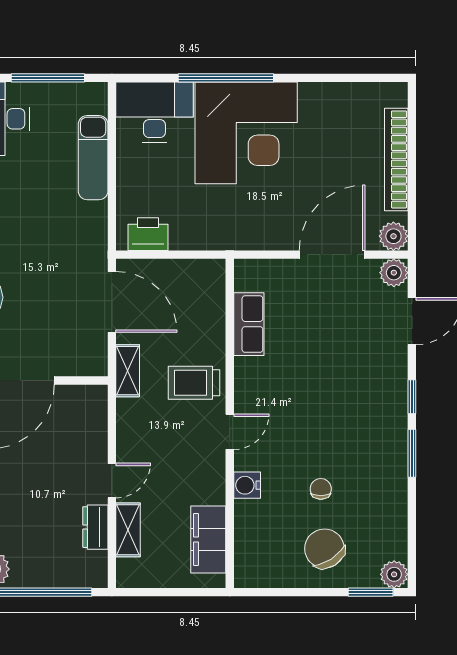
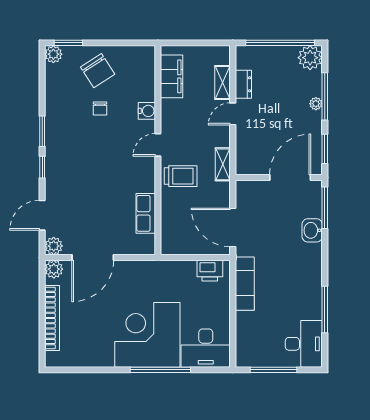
exam couch: (93, 158) -> (245, 284), moved
shelving: (128, 371) -> (223, 164), moved

